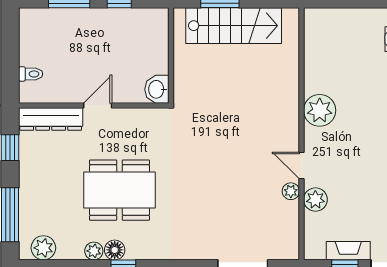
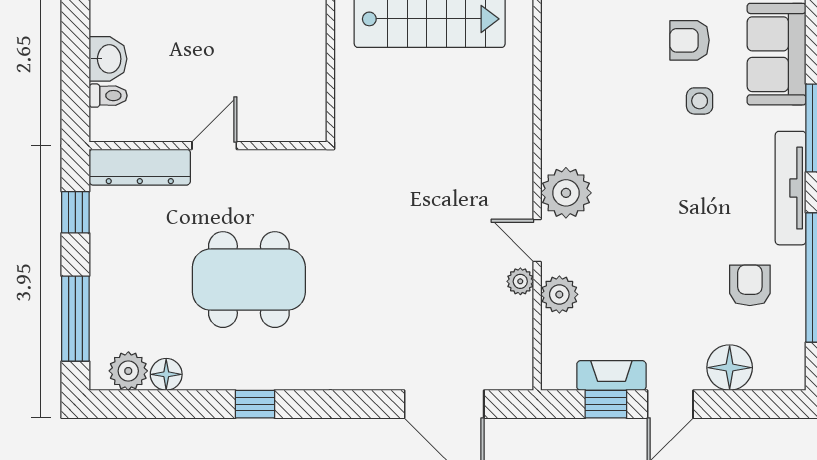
washbasin: (157, 89) -> (108, 59), moved, turned 180
plant: (320, 110) -> (566, 193), moved
floor lamp: (115, 250) -> (166, 374), moved
plant: (94, 251) -> (208, 376), removed

